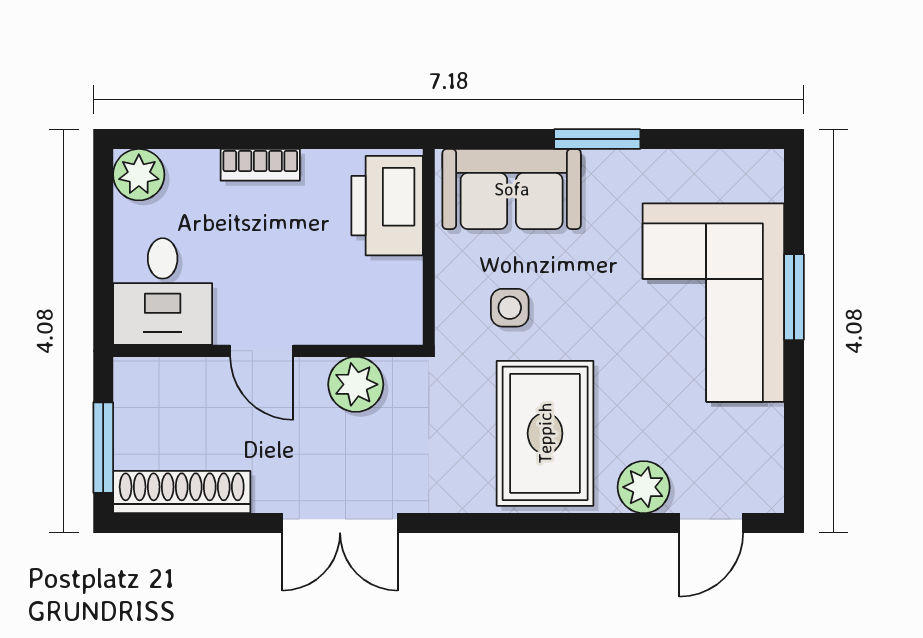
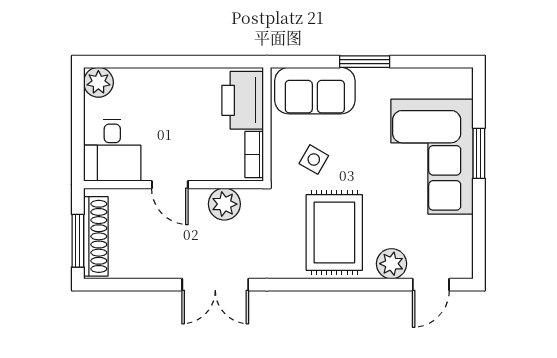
bookcase: (260, 165) -> (254, 155), moved, turned 90
side table: (510, 308) -> (314, 160), turned 30
shoe rack: (182, 492) -> (96, 236), moved, turned 90

